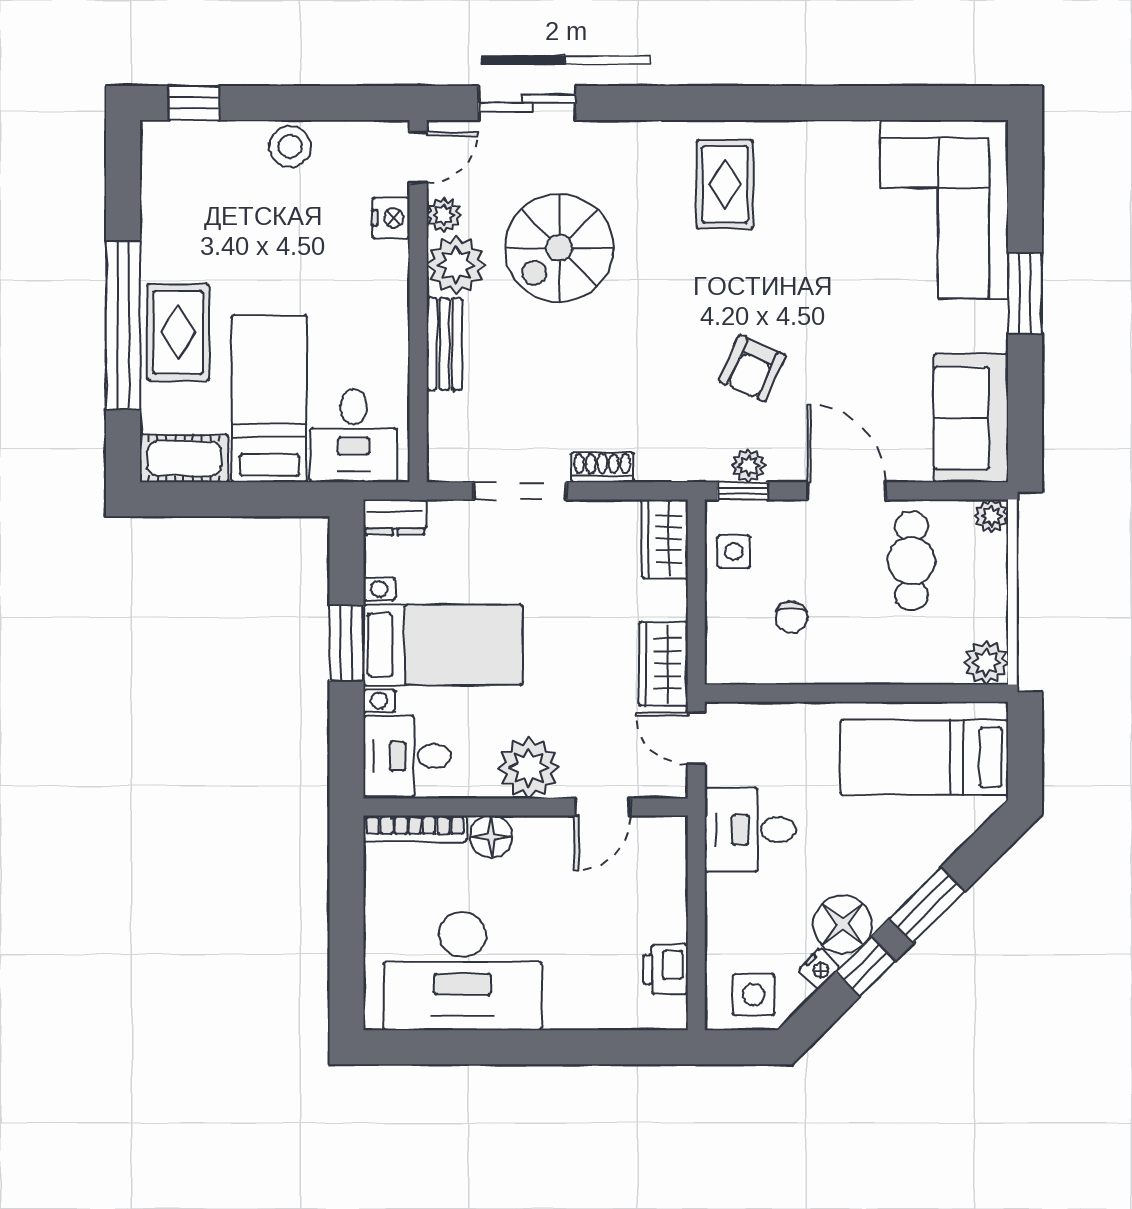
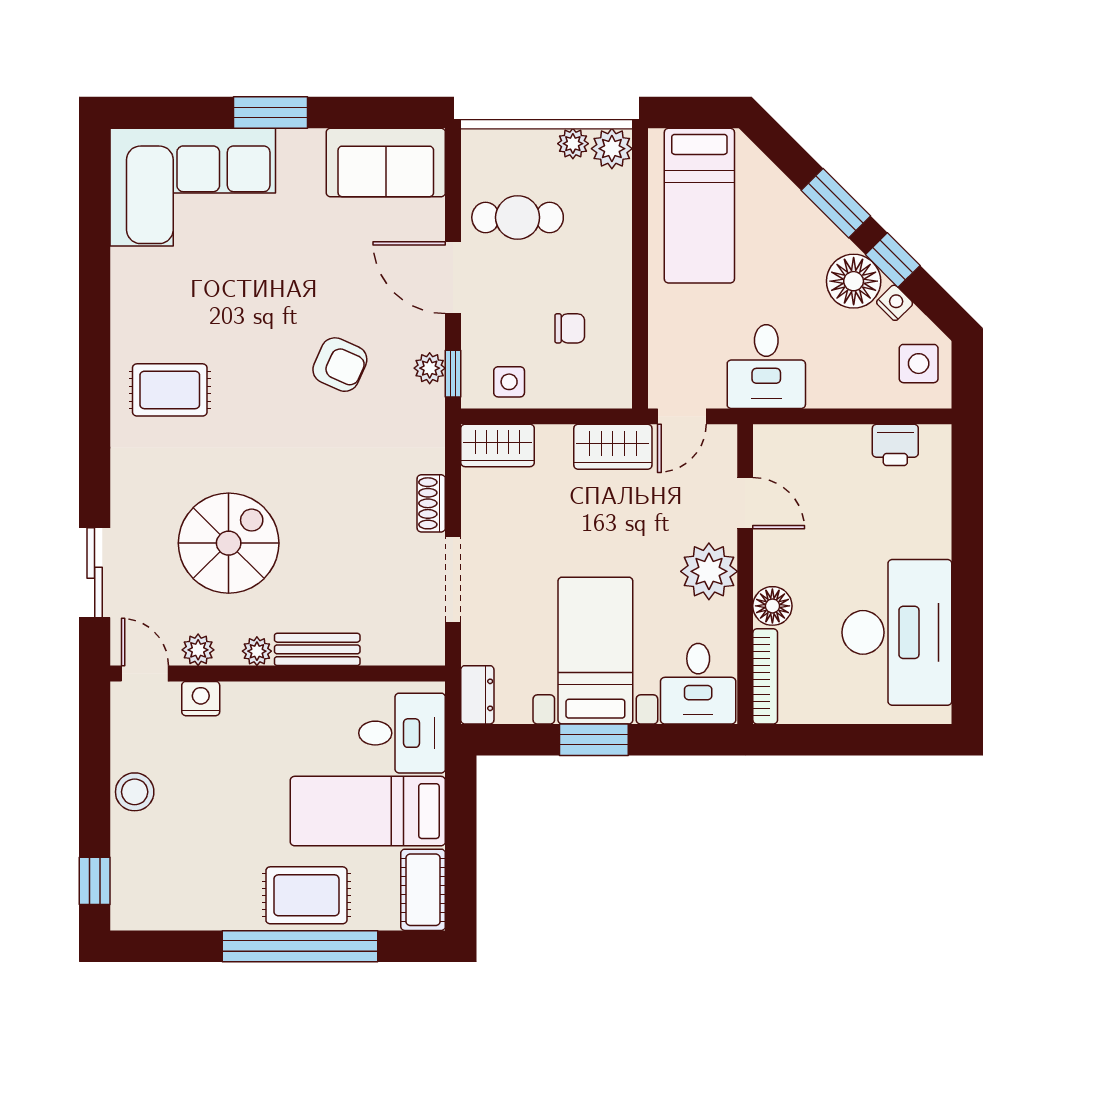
spiral stairs: (559, 248) -> (229, 543), turned -90
plant: (456, 265) -> (257, 651), width x0.53, depth x0.53
door: (846, 491) -> (453, 278), hinge flipped
plant: (991, 516) -> (573, 144), moved

